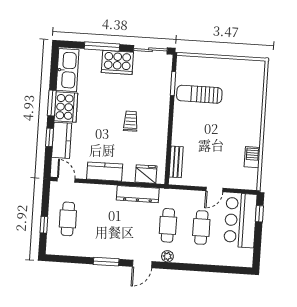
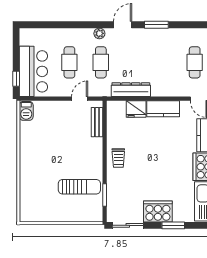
window: (102, 47) -> (173, 225), width x0.69
trolley: (131, 121) -> (118, 158), moved
barbecue: (252, 157) -> (26, 111), moved
fridge: (146, 174) -> (136, 109), moved
door: (214, 189) -> (80, 99), moved

